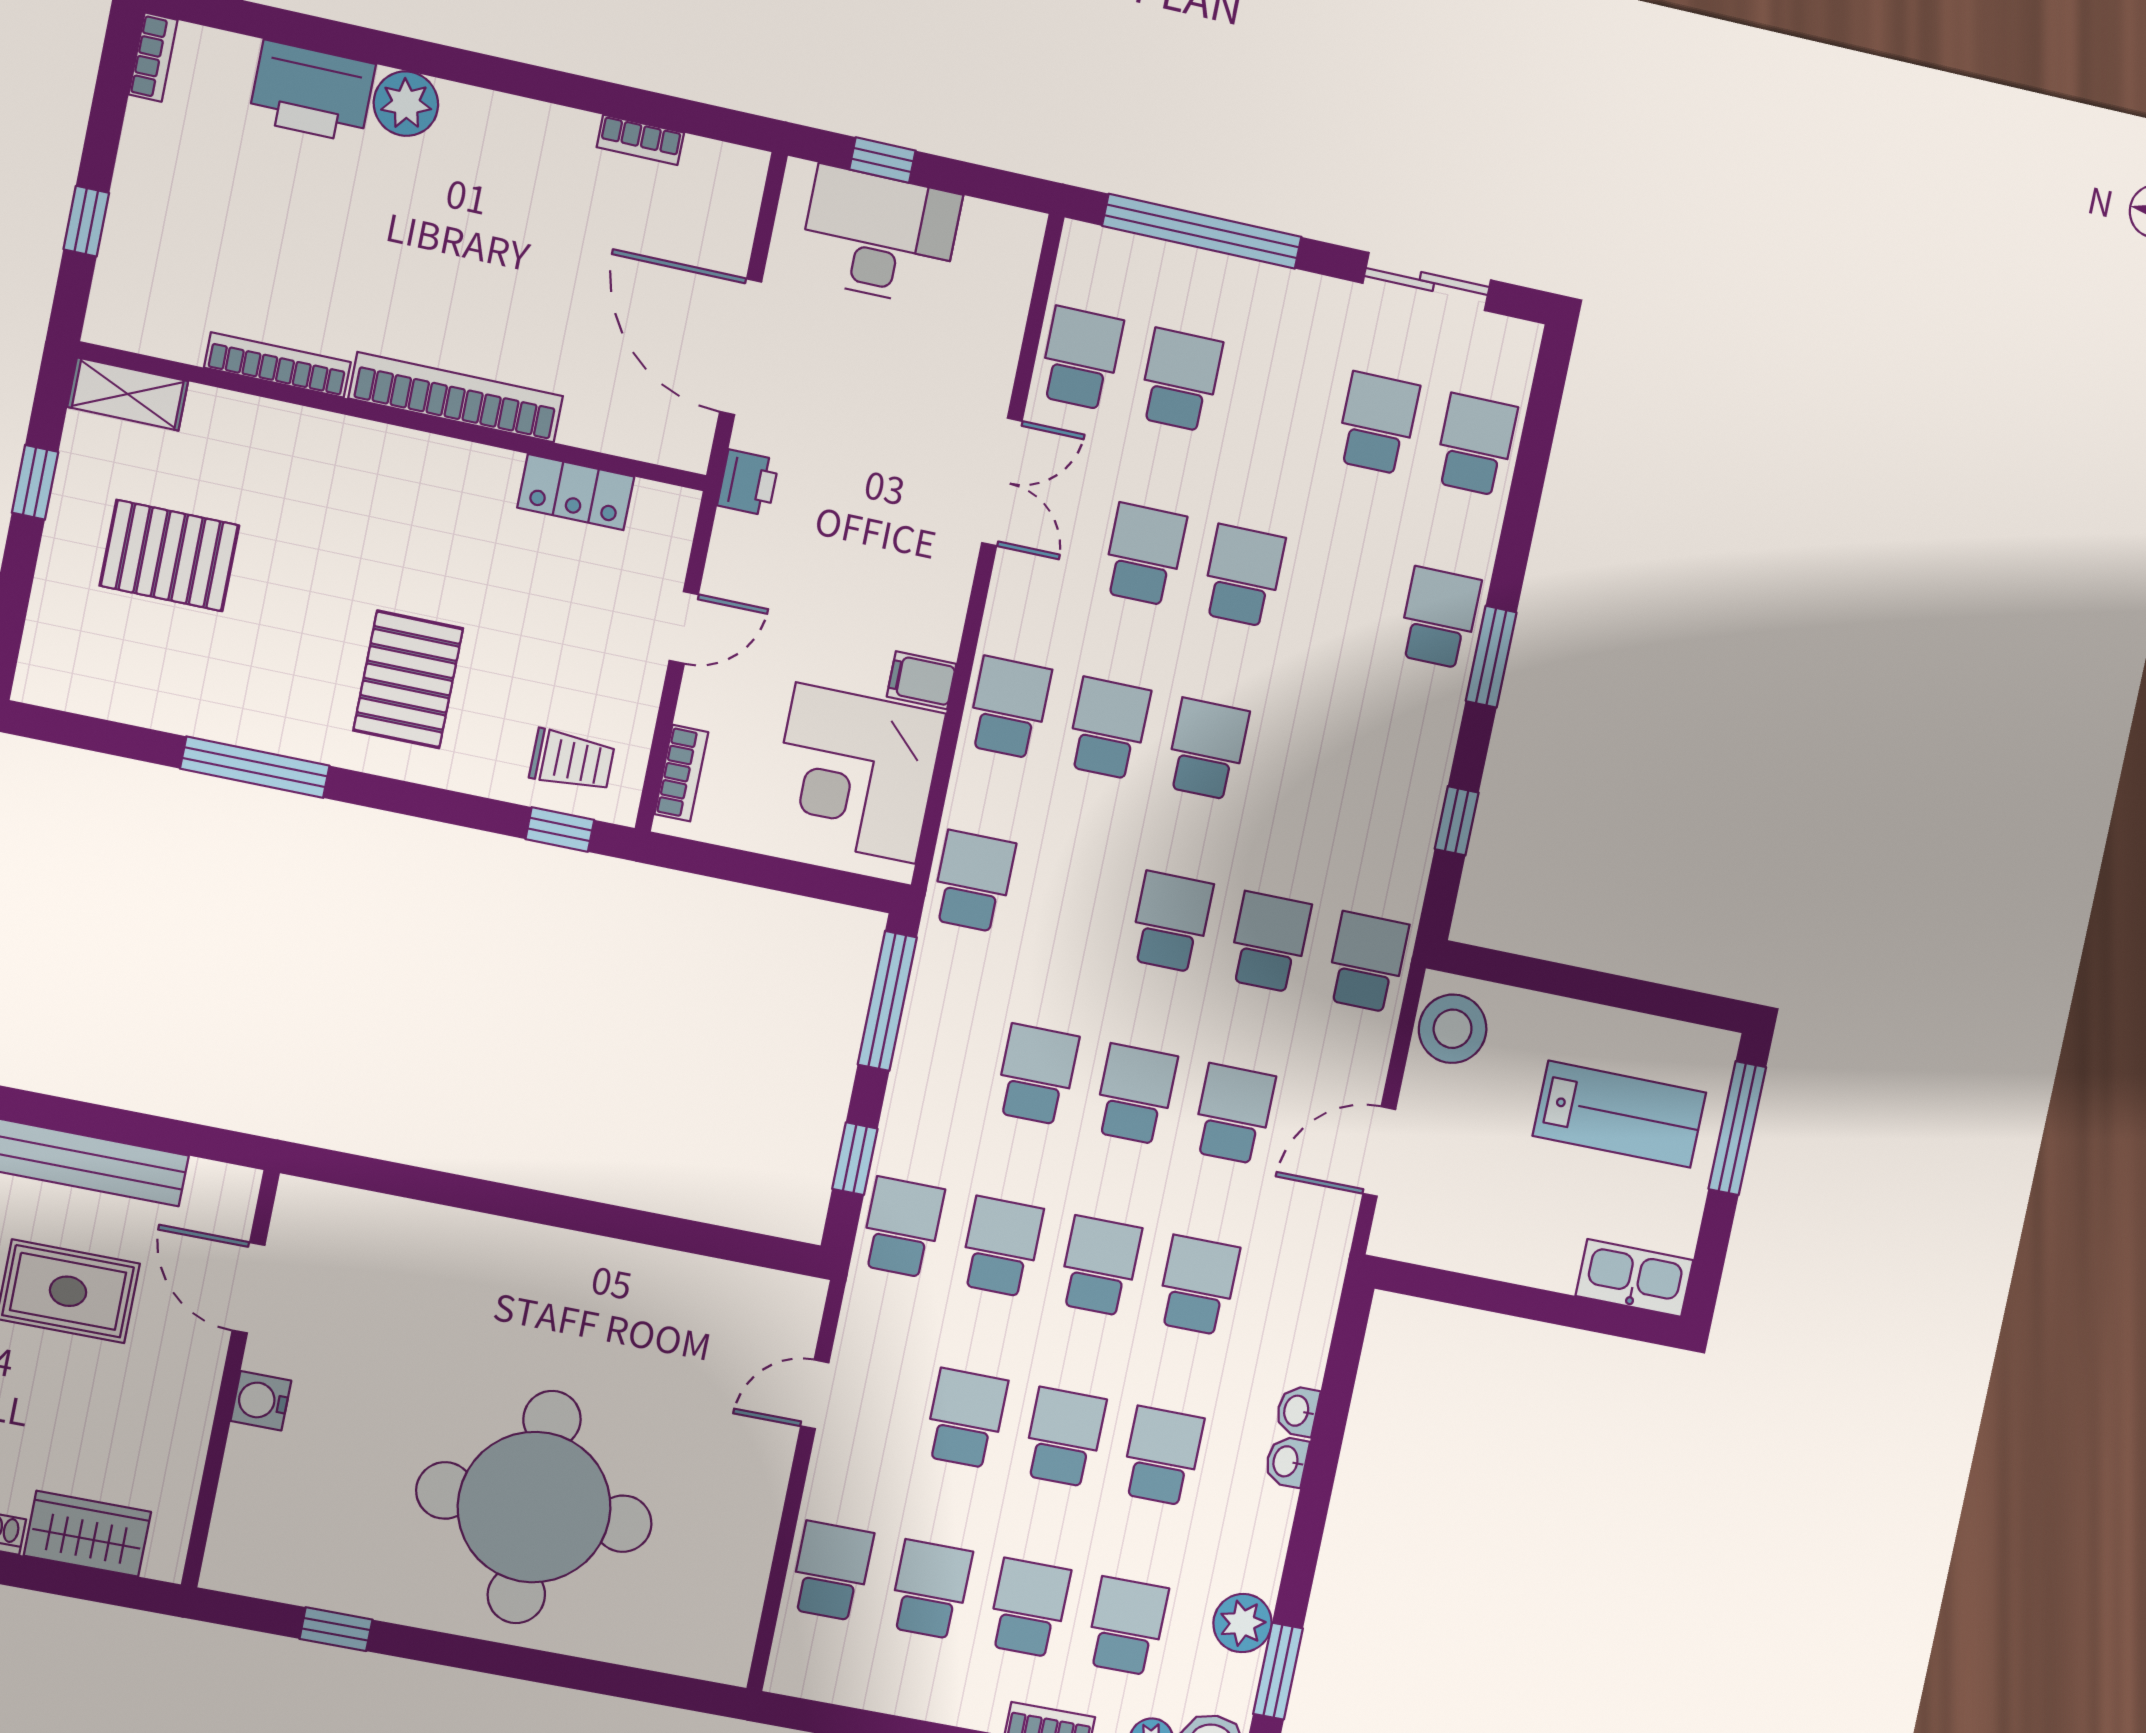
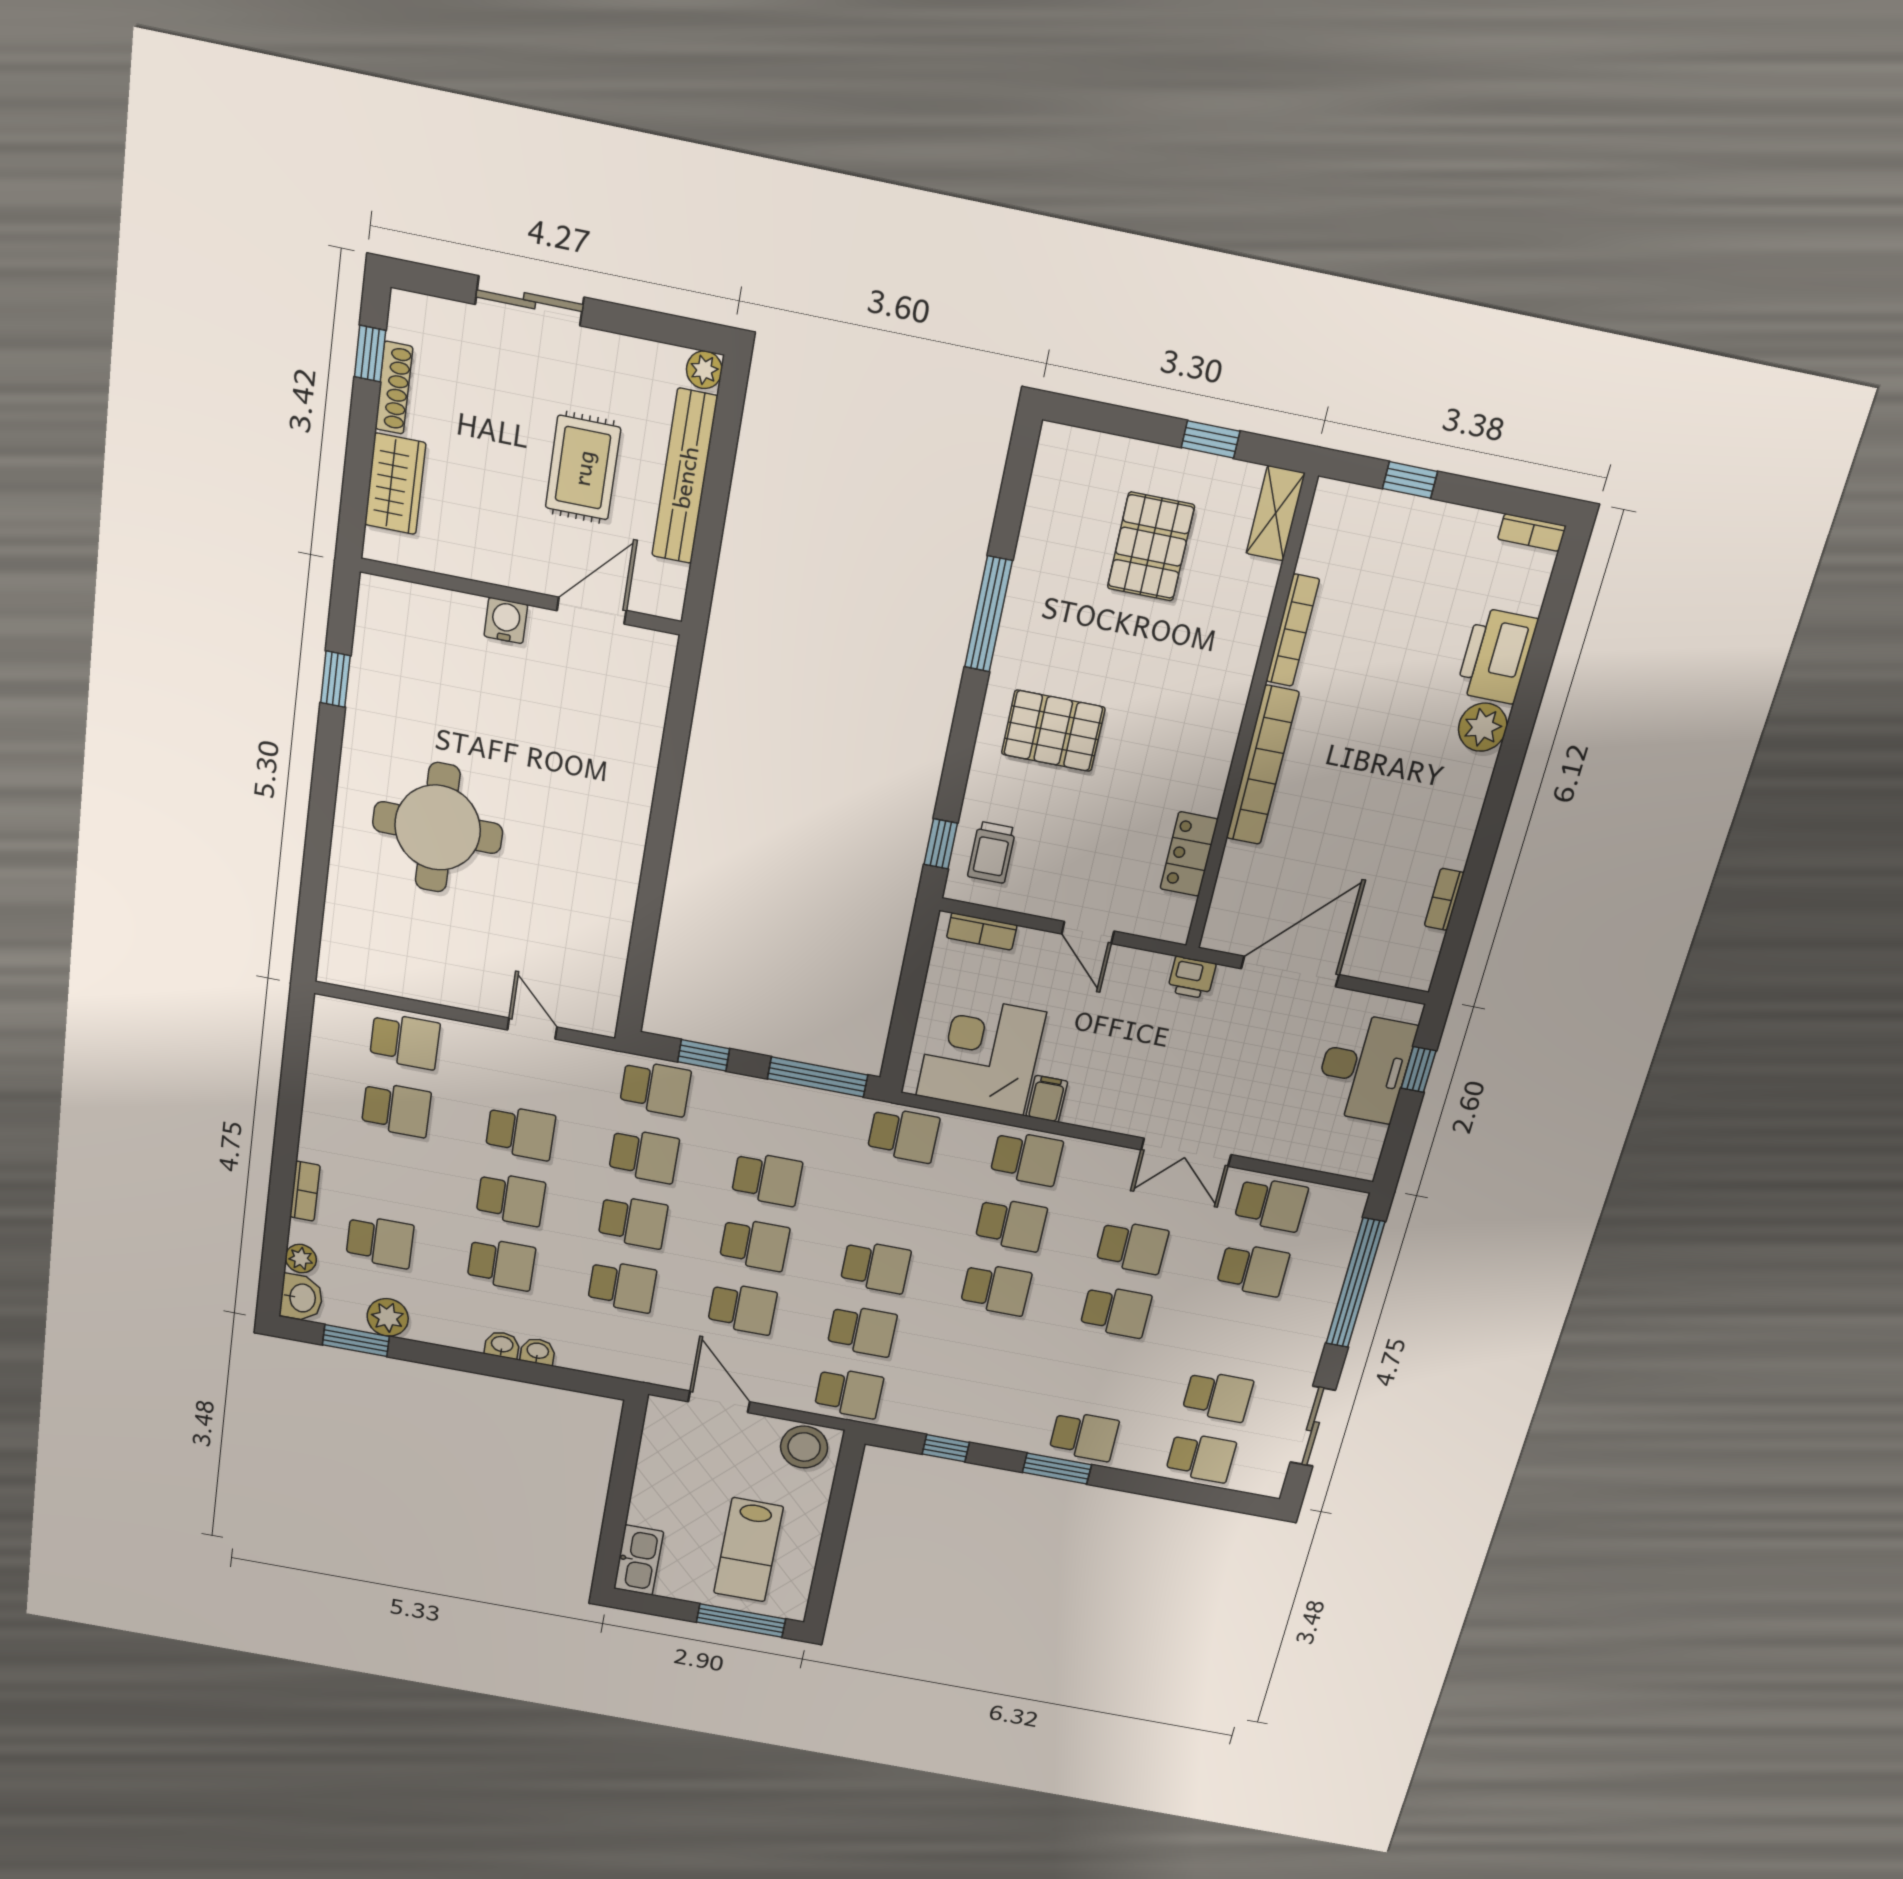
round table: (534, 1507) -> (438, 828), width x0.73, depth x0.73
school desk: (1029, 1608) -> (388, 1176), removed

